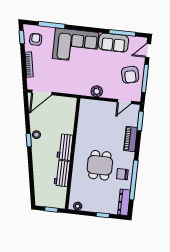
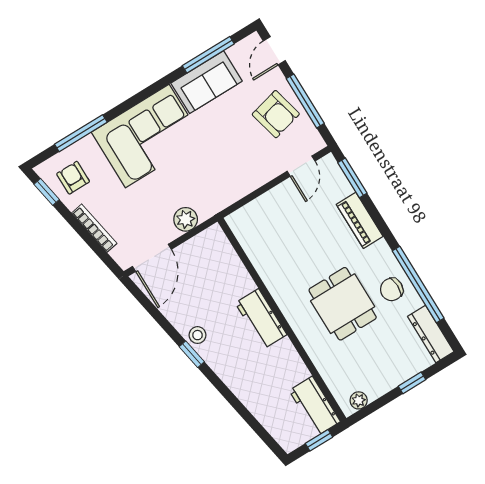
plant: (97, 91) -> (186, 219), moved
workbench: (62, 173) -> (315, 406), moved

